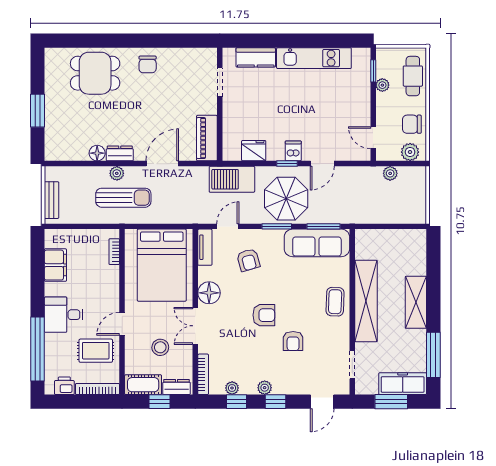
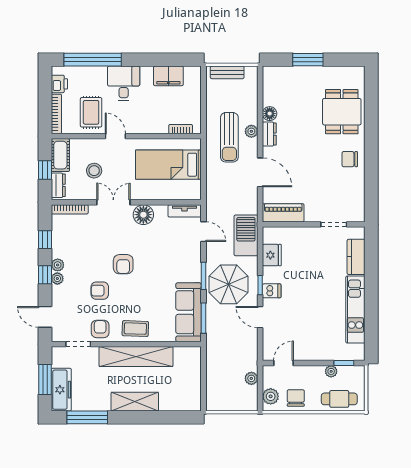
armchair: (248, 260) -> (100, 329), moved, turned 106
bed: (162, 265) -> (168, 165), width x0.67
plant: (232, 388) -> (57, 279), moved

